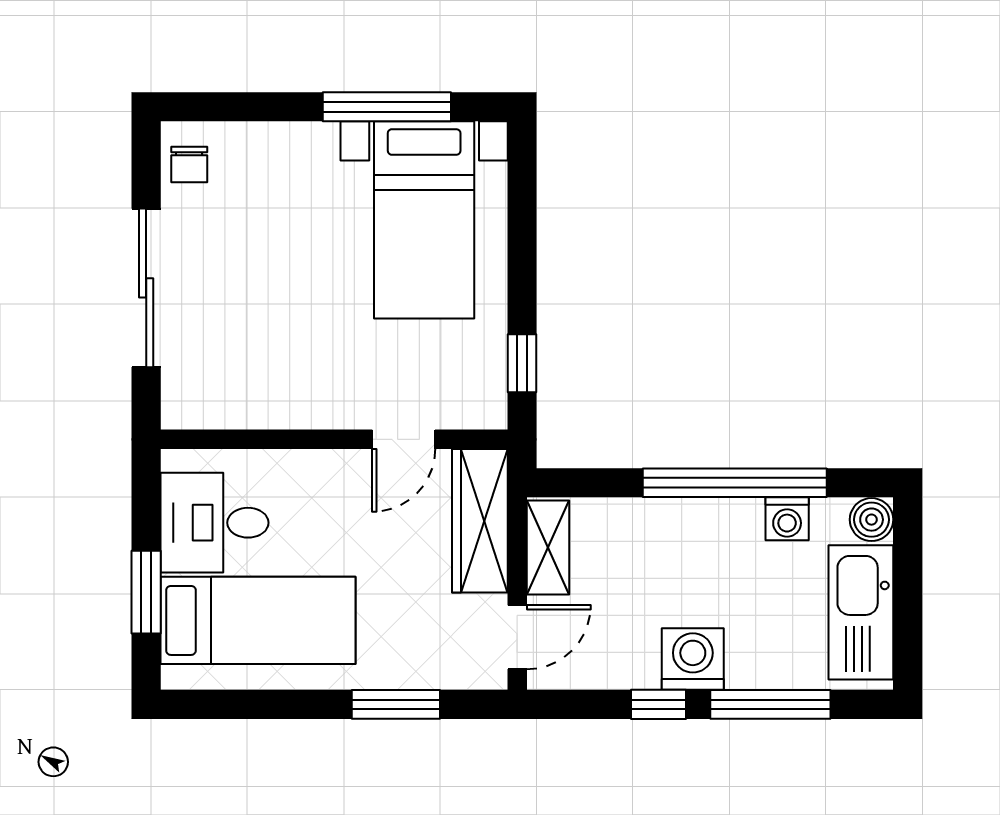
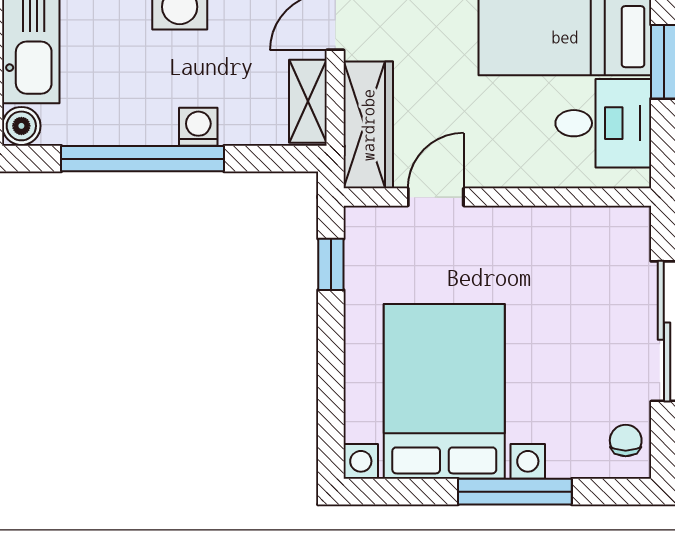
window: (387, 107) -> (515, 492), moved
bed with nightstands: (424, 220) -> (444, 391), width x1.36
washing machine: (787, 519) -> (198, 127), moved

